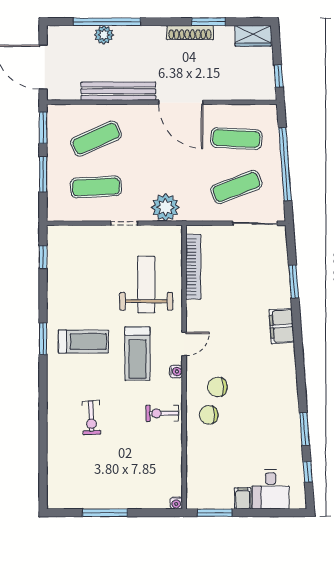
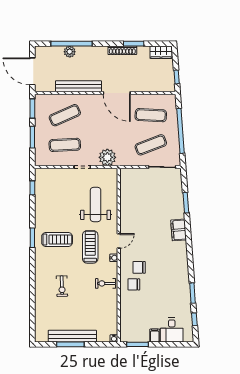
bookcase: (193, 267) -> (124, 194), removed
treadmill: (137, 354) -> (90, 247), turned 180
bench: (108, 499) -> (72, 336), added

